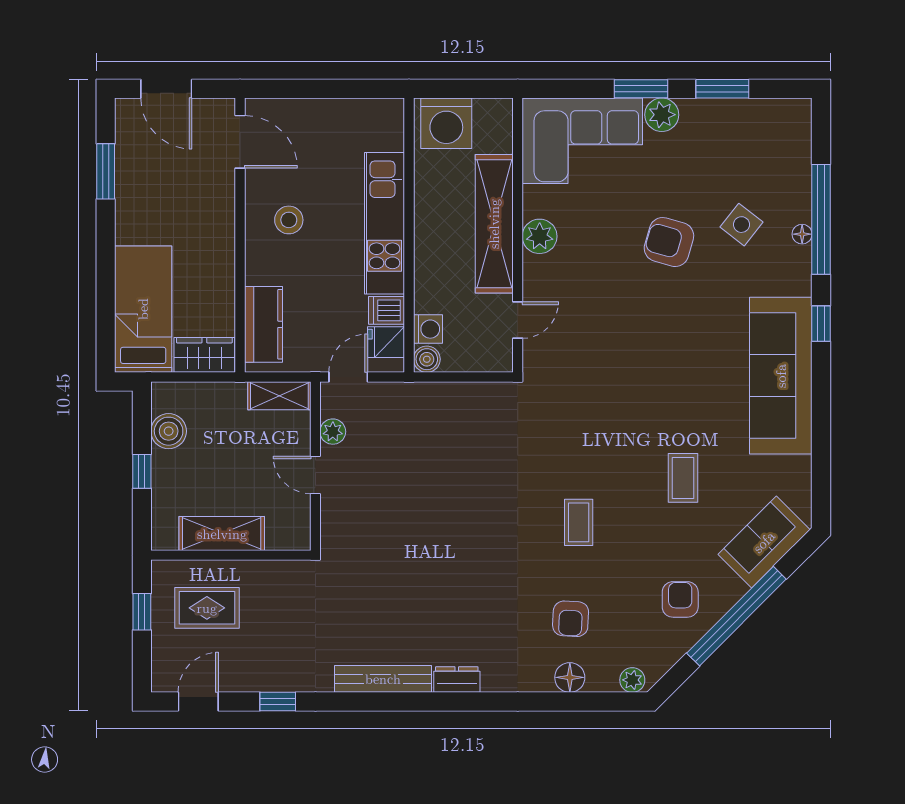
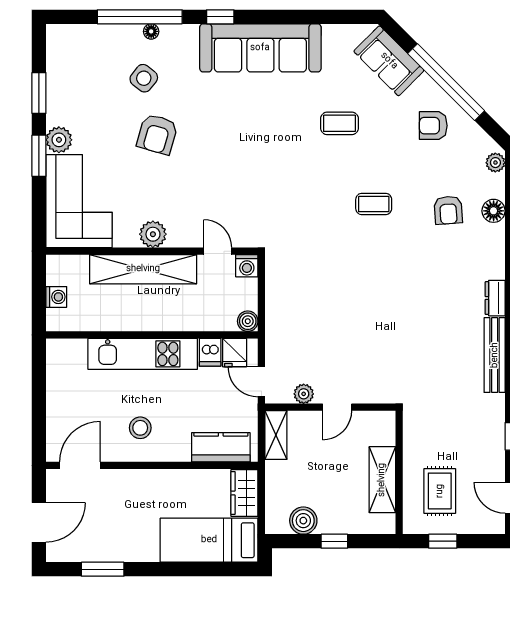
washing machine: (446, 123) -> (56, 297), width x0.53, depth x0.53
washing machine: (428, 329) -> (247, 266), moved, turned 180
armchair: (571, 619) -> (448, 210), turned 83

